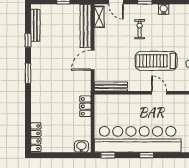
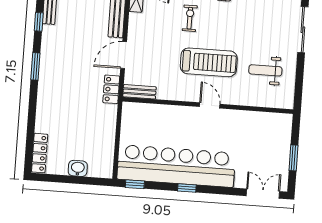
treadmill: (156, 61) -> (209, 62), turned 180
bench: (111, 86) -> (139, 92), width x0.73
locker: (85, 106) -> (111, 89), moved
washbasin: (81, 146) -> (78, 168), moved

